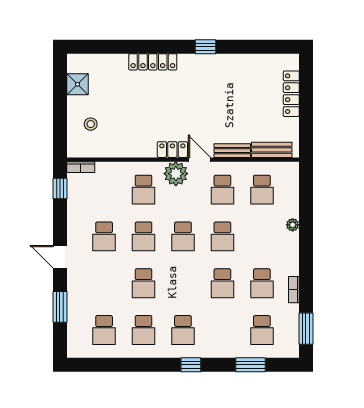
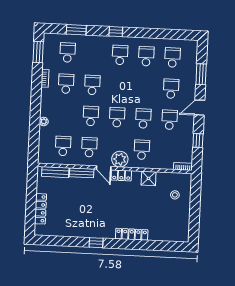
shower: (77, 84) -> (149, 178), moved
window: (60, 188) -> (198, 140), moved
door: (60, 257) -> (199, 108), swing flipped
school desk: (144, 283) -> (171, 89), moved

